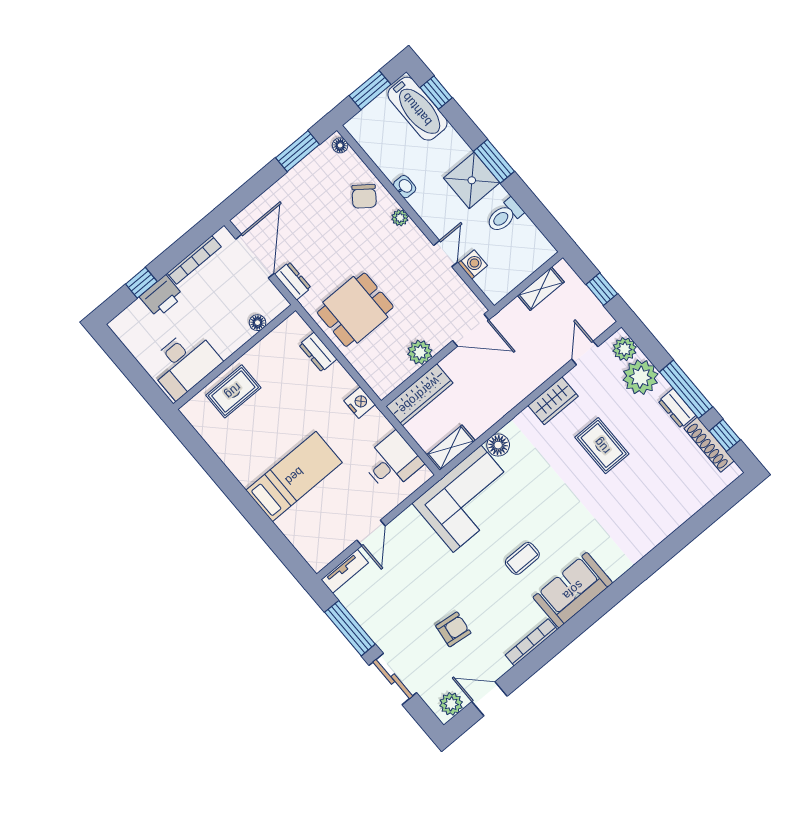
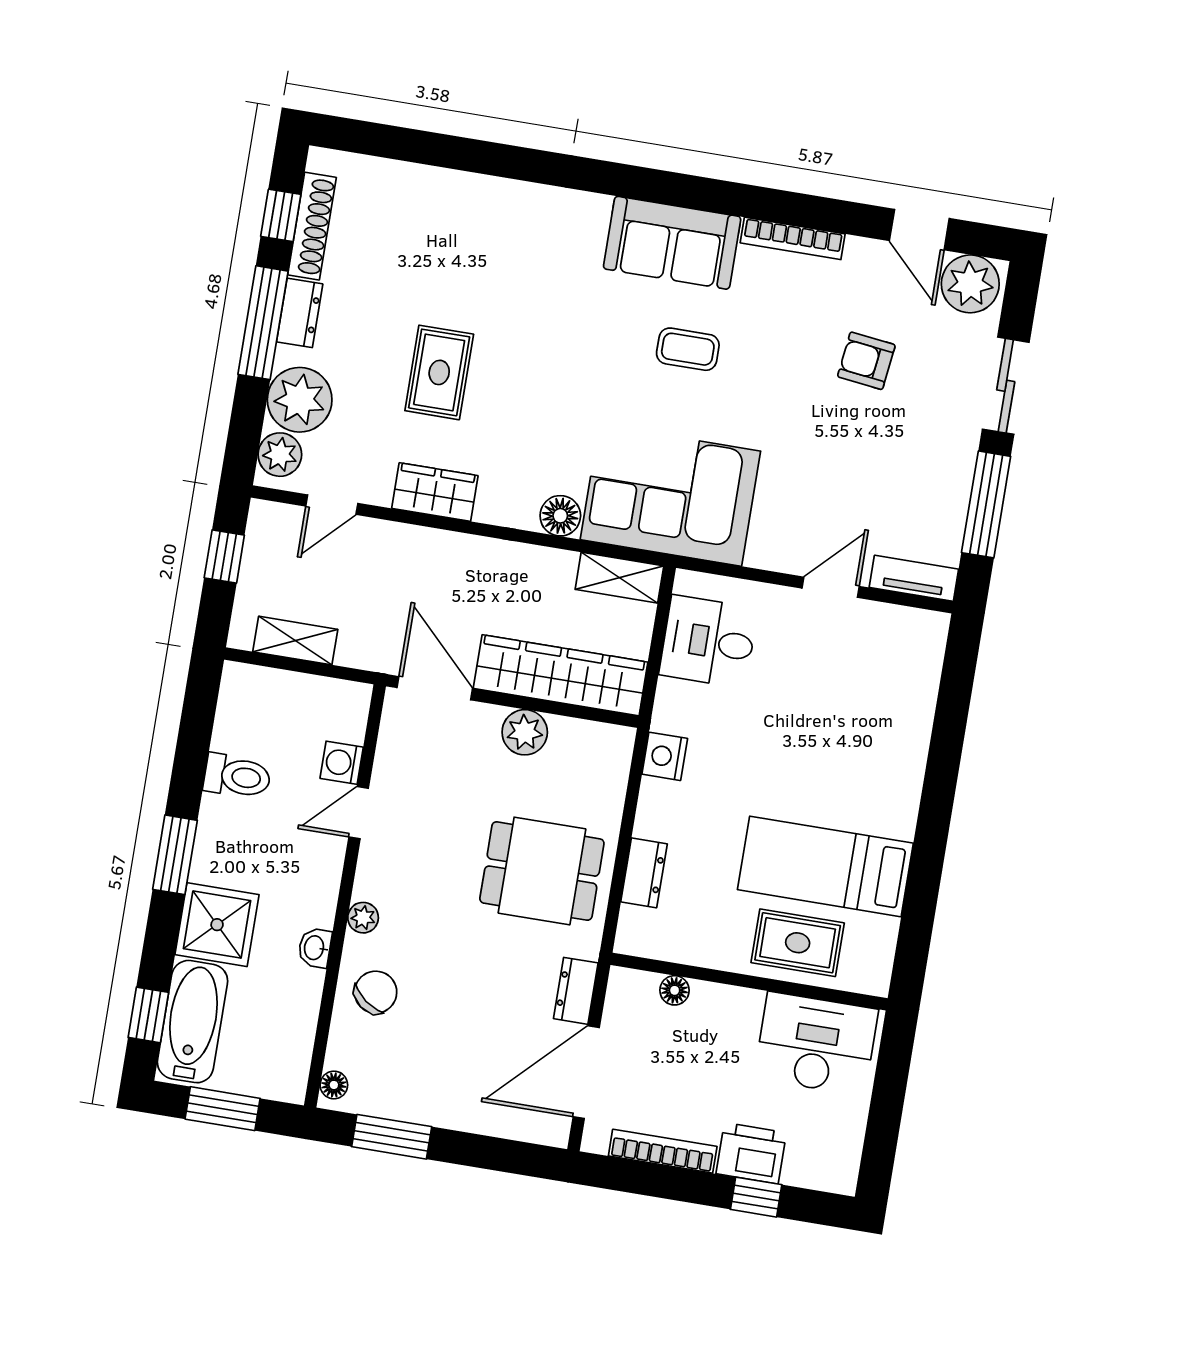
shower: (472, 180) -> (217, 925), moved
wardrobe: (419, 395) -> (561, 675), width x1.40, depth x1.17
bed: (294, 476) -> (825, 866), moved
plant: (451, 704) -> (970, 284), width x1.36, depth x1.36

